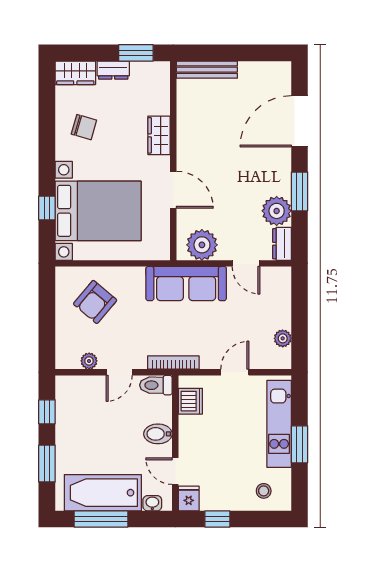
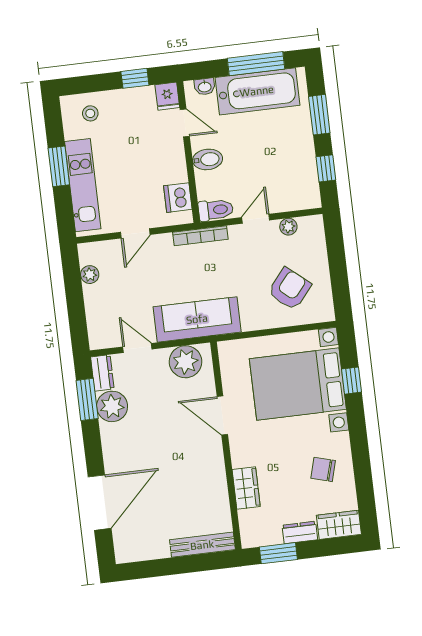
wardrobe: (159, 135) -> (246, 488), moved
window: (300, 191) -> (87, 399), moved

